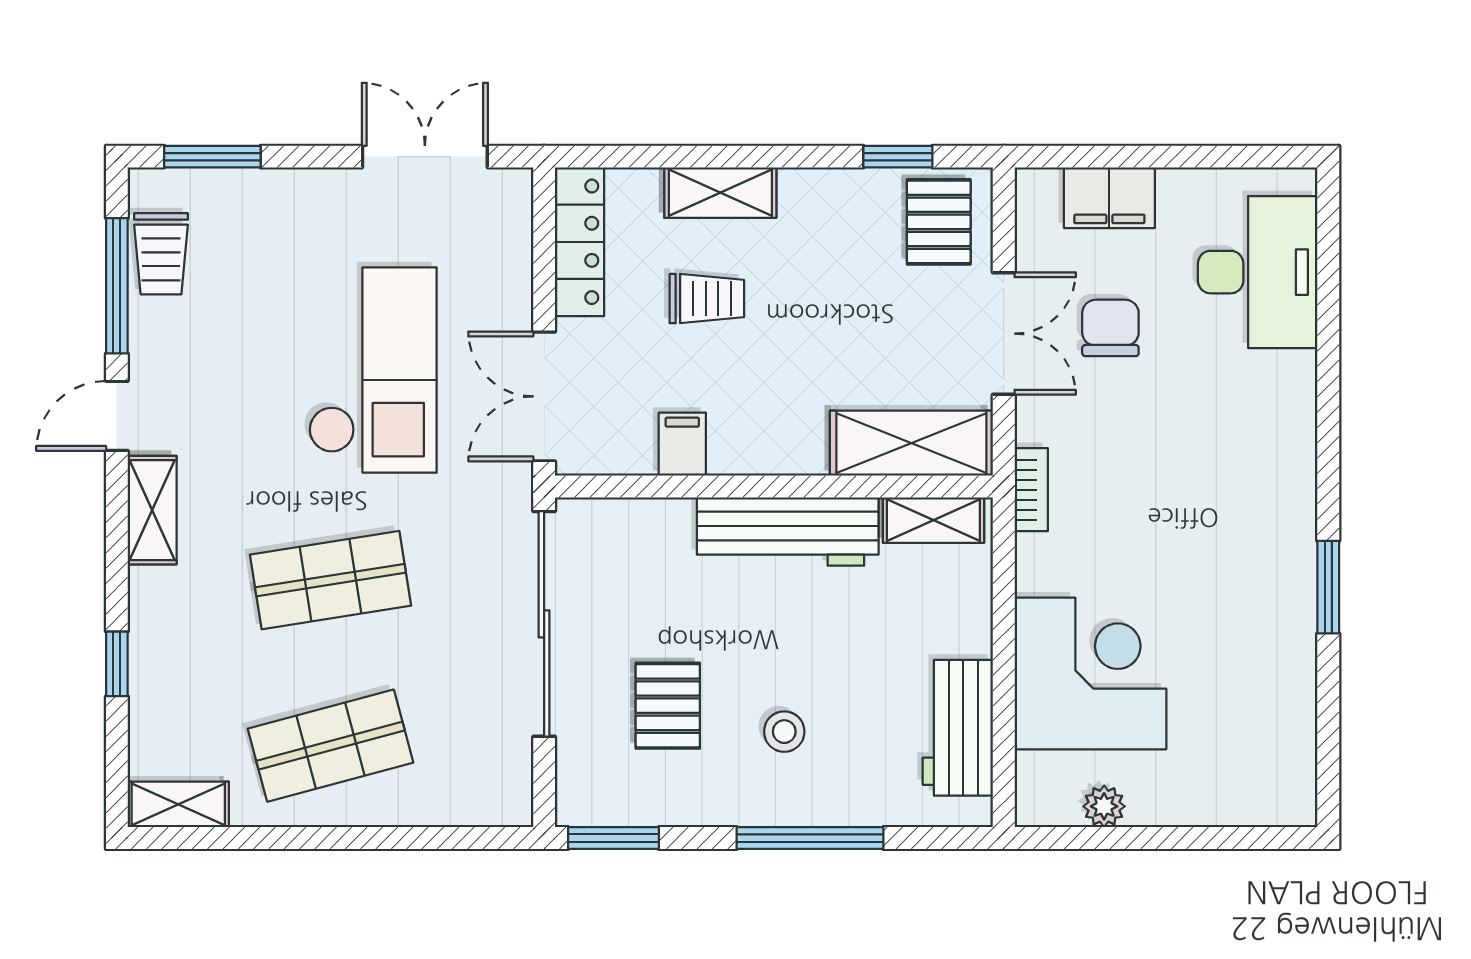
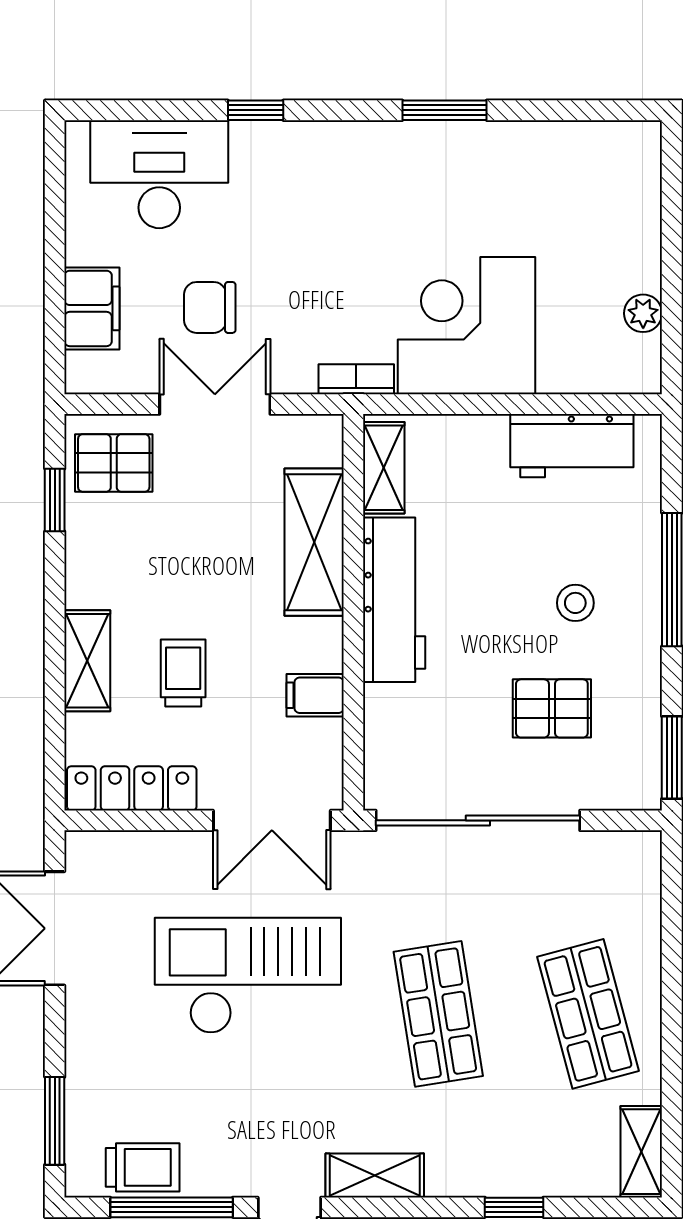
window: (1328, 378) -> (256, 110), added
shelving: (911, 443) -> (314, 542), moved
corner desk: (1090, 673) -> (467, 326), moved

